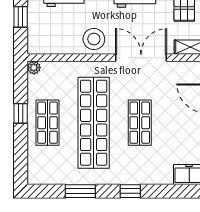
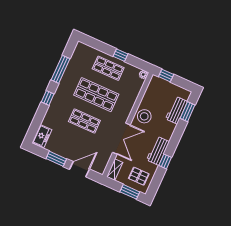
window: (21, 17) -> (166, 76), moved
shop shelf: (94, 123) -> (96, 95), width x0.71
window: (80, 191) -> (60, 69), width x1.44

